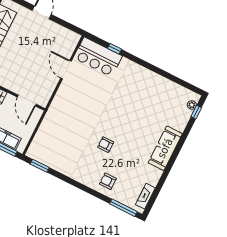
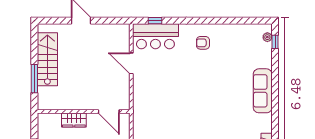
window: (115, 49) -> (155, 21), moved
armchair: (106, 145) -> (203, 43), moved

